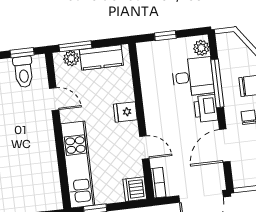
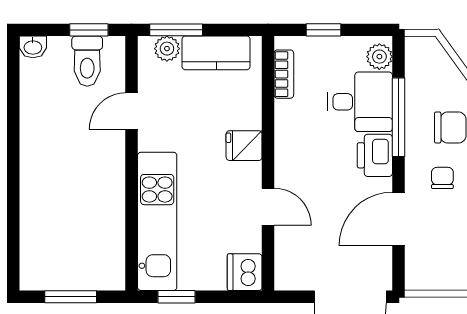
door: (54, 99) -> (132, 111), swing flipped
bookcase: (158, 183) -> (284, 74), moved

